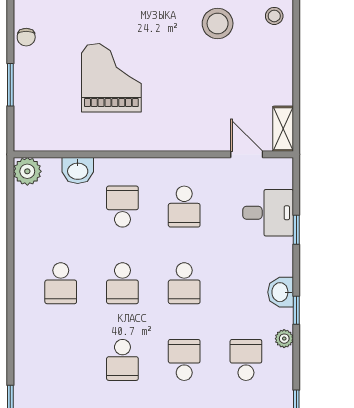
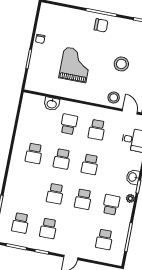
stool: (218, 23) -> (121, 64), moved
stool: (207, 131) -> (114, 97), added
plant: (27, 171) -> (29, 100), removed
school desk: (184, 360) -> (83, 199), turned 180

